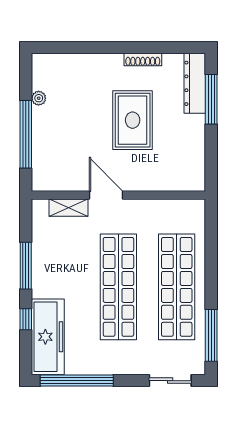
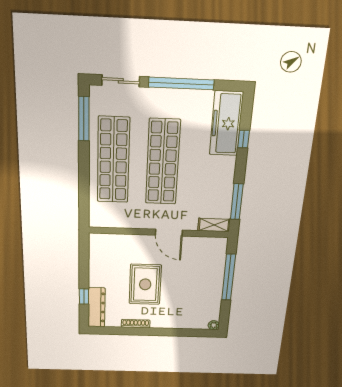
plant: (39, 98) -> (214, 325), moved
window: (211, 99) -> (84, 297), width x0.46
shelving: (69, 208) -> (214, 225), moved
window: (26, 266) -> (237, 202), moved
window: (77, 381) -> (181, 84), moved

